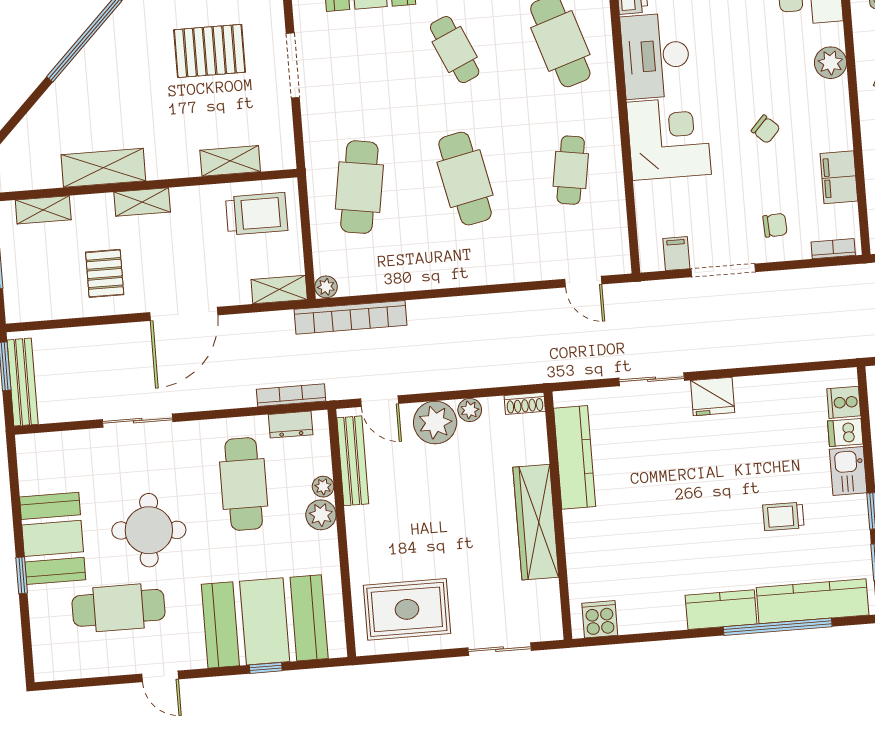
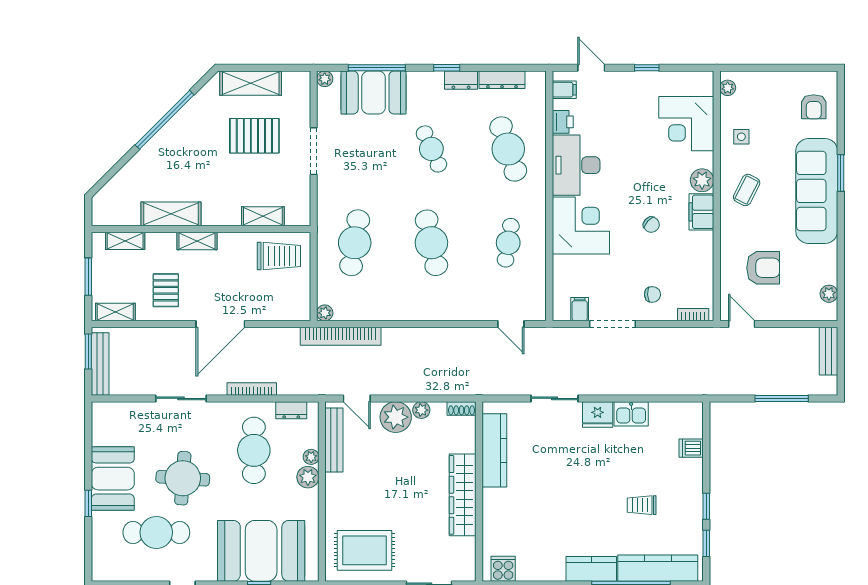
filing cabinet: (839, 177) -> (701, 212), moved
shelving: (279, 290) -> (115, 312), moved
bookcase: (291, 395) -> (252, 389), moved
cooker: (844, 402) -> (692, 426), removed
kitchen sink: (848, 471) -> (631, 414), moved, turned -90

